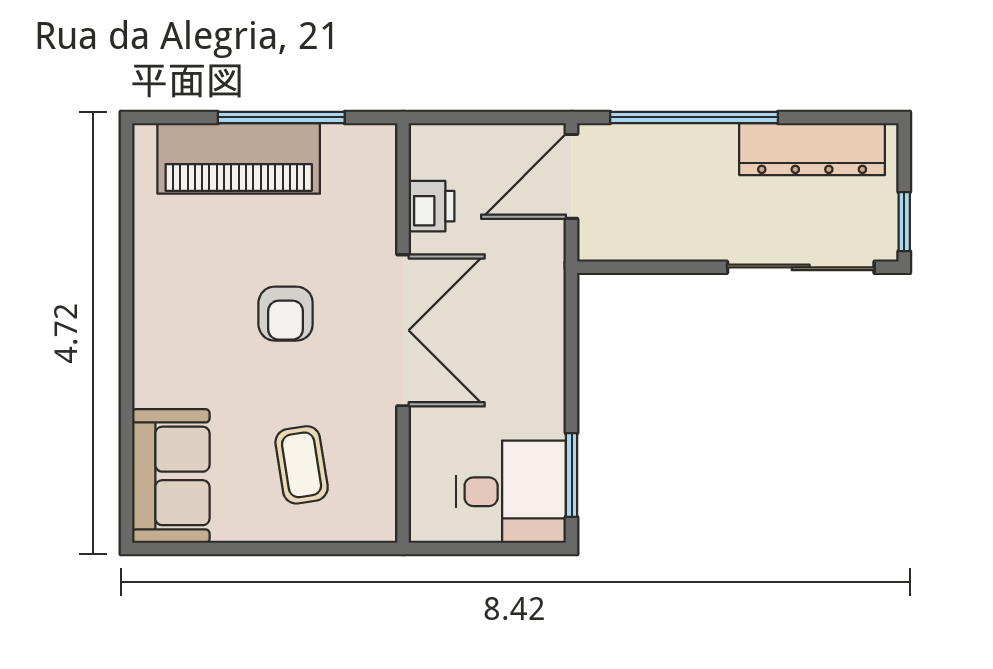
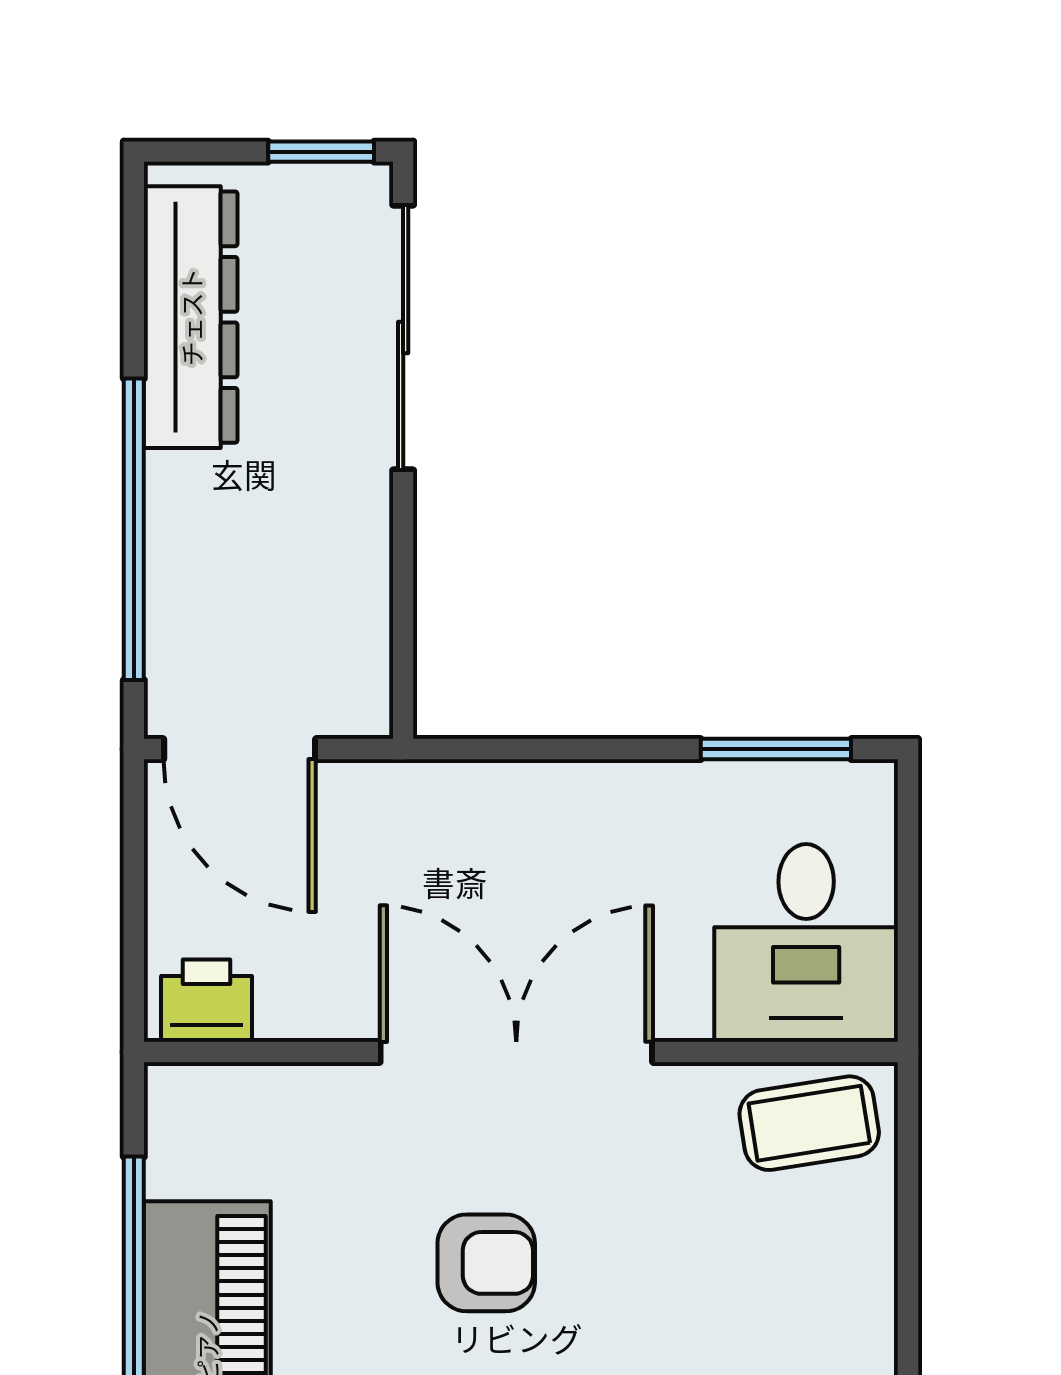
printer: (432, 206) -> (207, 1001), moved
coffee table: (302, 465) -> (809, 1123), moved
desk: (511, 492) -> (806, 943), moved, turned 180

